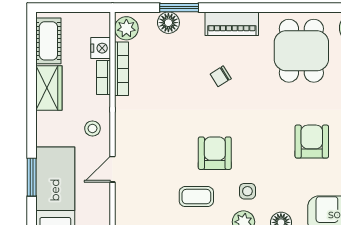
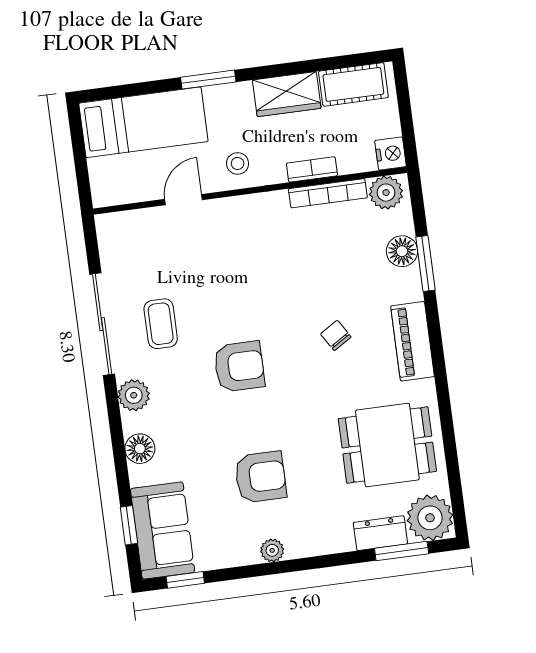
nightstand: (101, 48) -> (391, 154), moved, turned -90
armchair: (215, 153) -> (239, 366), moved
door: (112, 169) -> (184, 200), hinge flipped
window: (32, 177) -> (208, 80), moved
side table: (247, 191) -> (178, 395), removed

